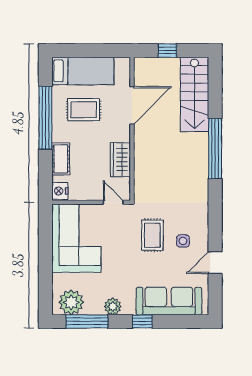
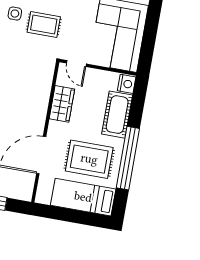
rug: (84, 110) -> (89, 159), width x1.36, depth x1.43
cot: (61, 159) -> (117, 115), width x1.37, depth x1.34
rug: (152, 235) -> (44, 24), turned 90

